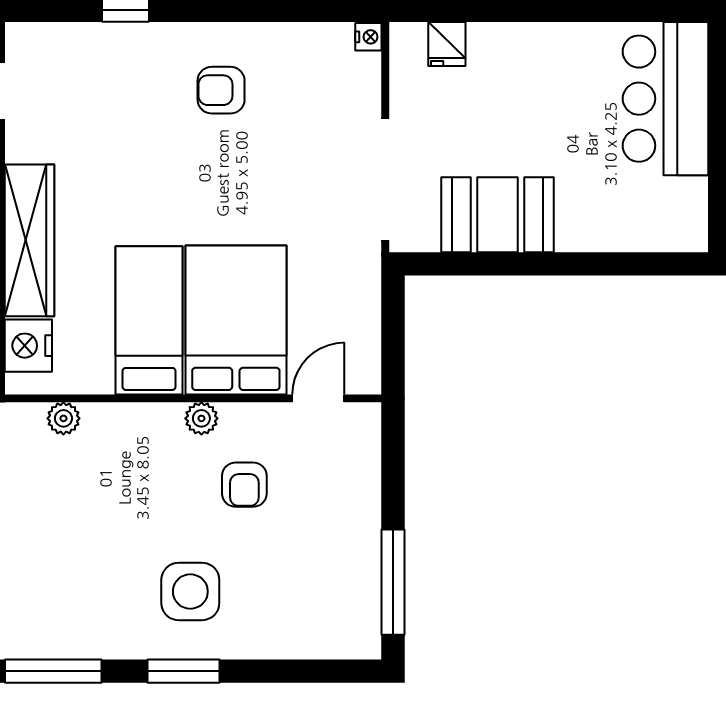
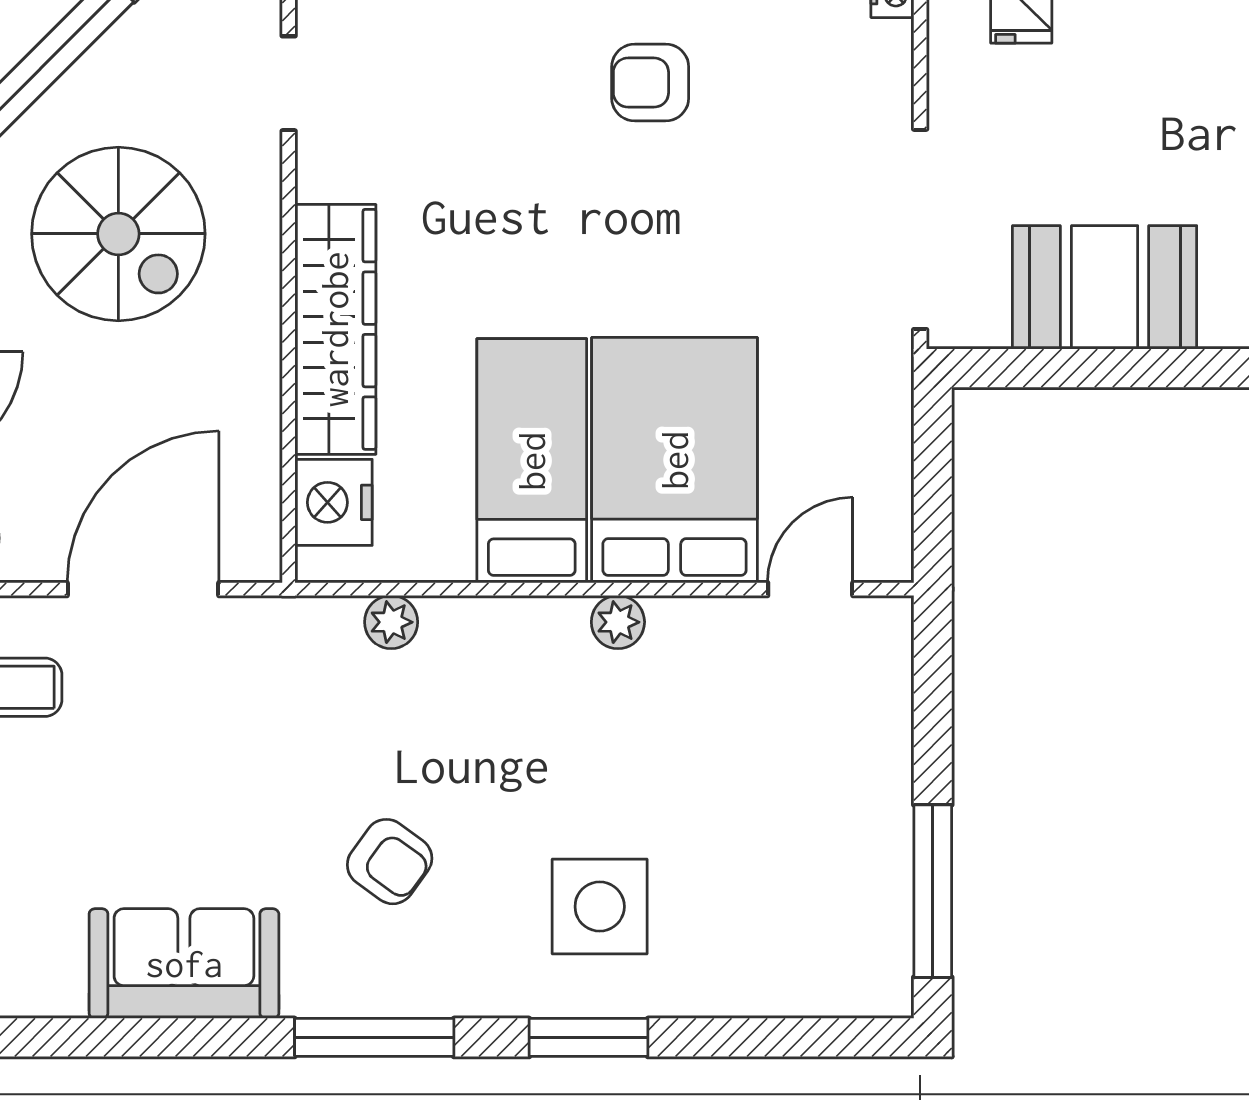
armchair: (244, 485) -> (390, 862), moved, turned -54

